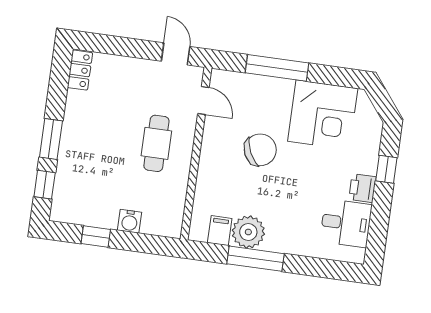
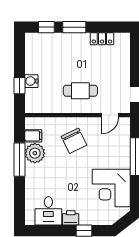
locker: (80, 70) -> (102, 39), moved
chair: (260, 150) -> (74, 141), moved
window: (96, 237) -> (19, 86), moved

